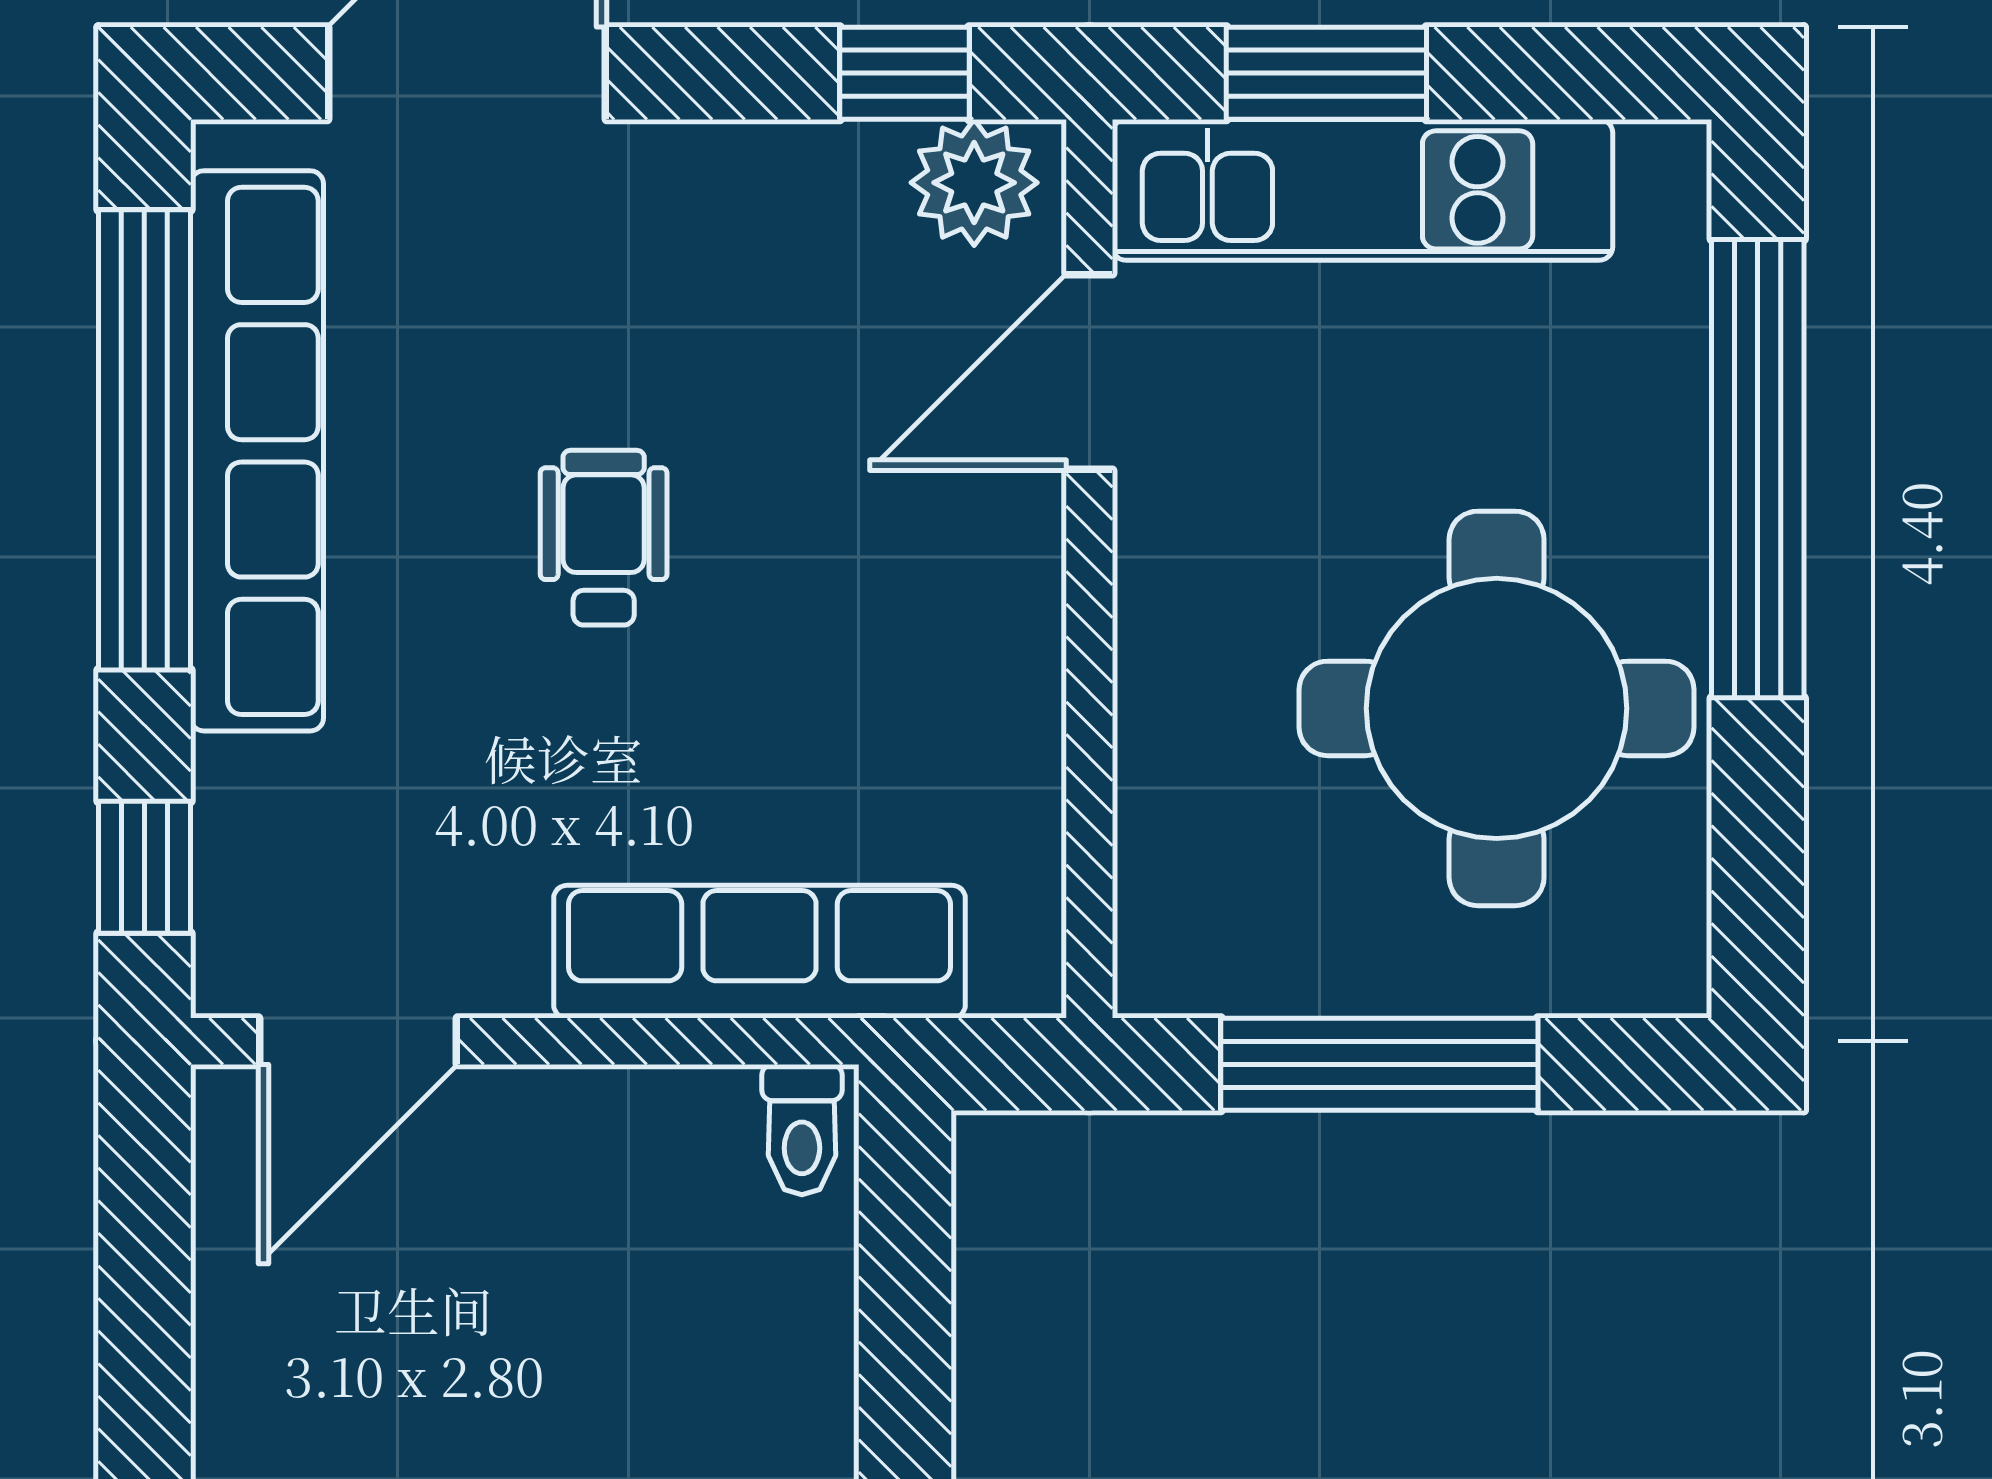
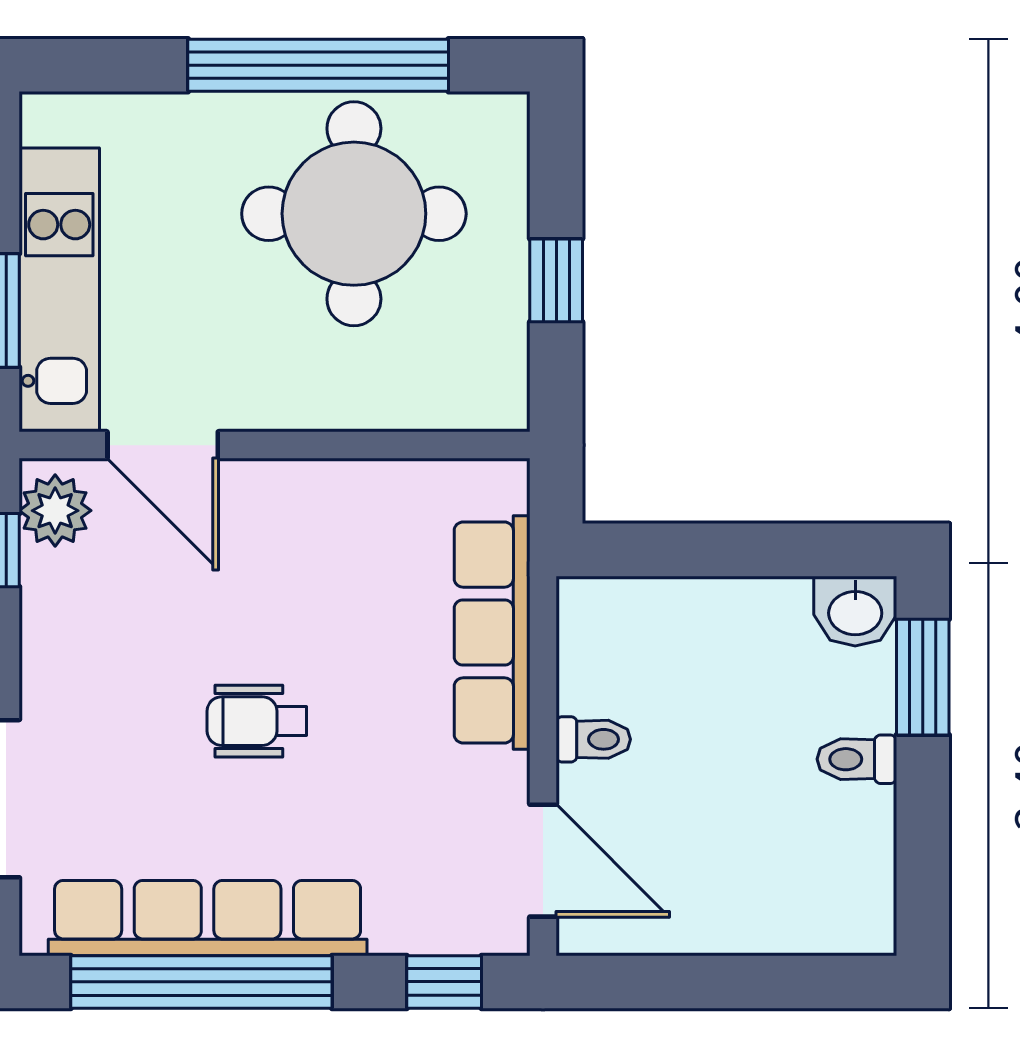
window: (1758, 469) -> (318, 65), moved
window: (1379, 1064) -> (556, 280), width x0.46
toilet: (802, 1130) -> (593, 739), moved

